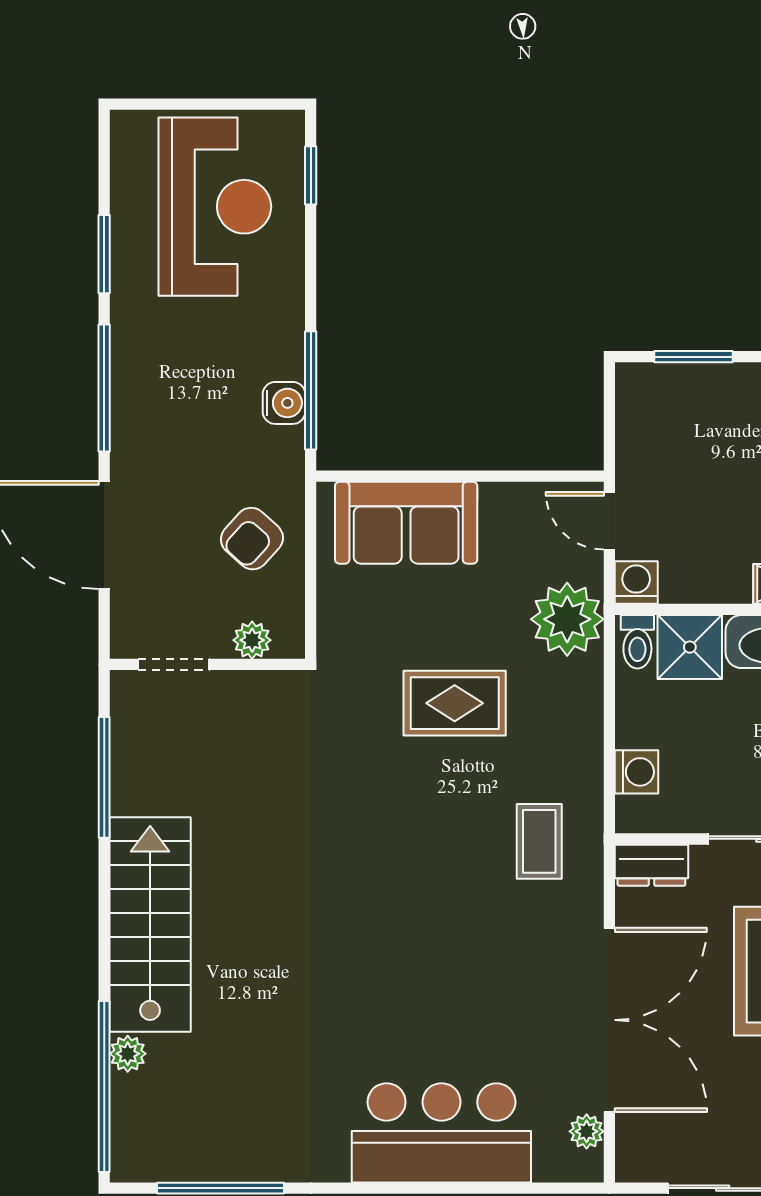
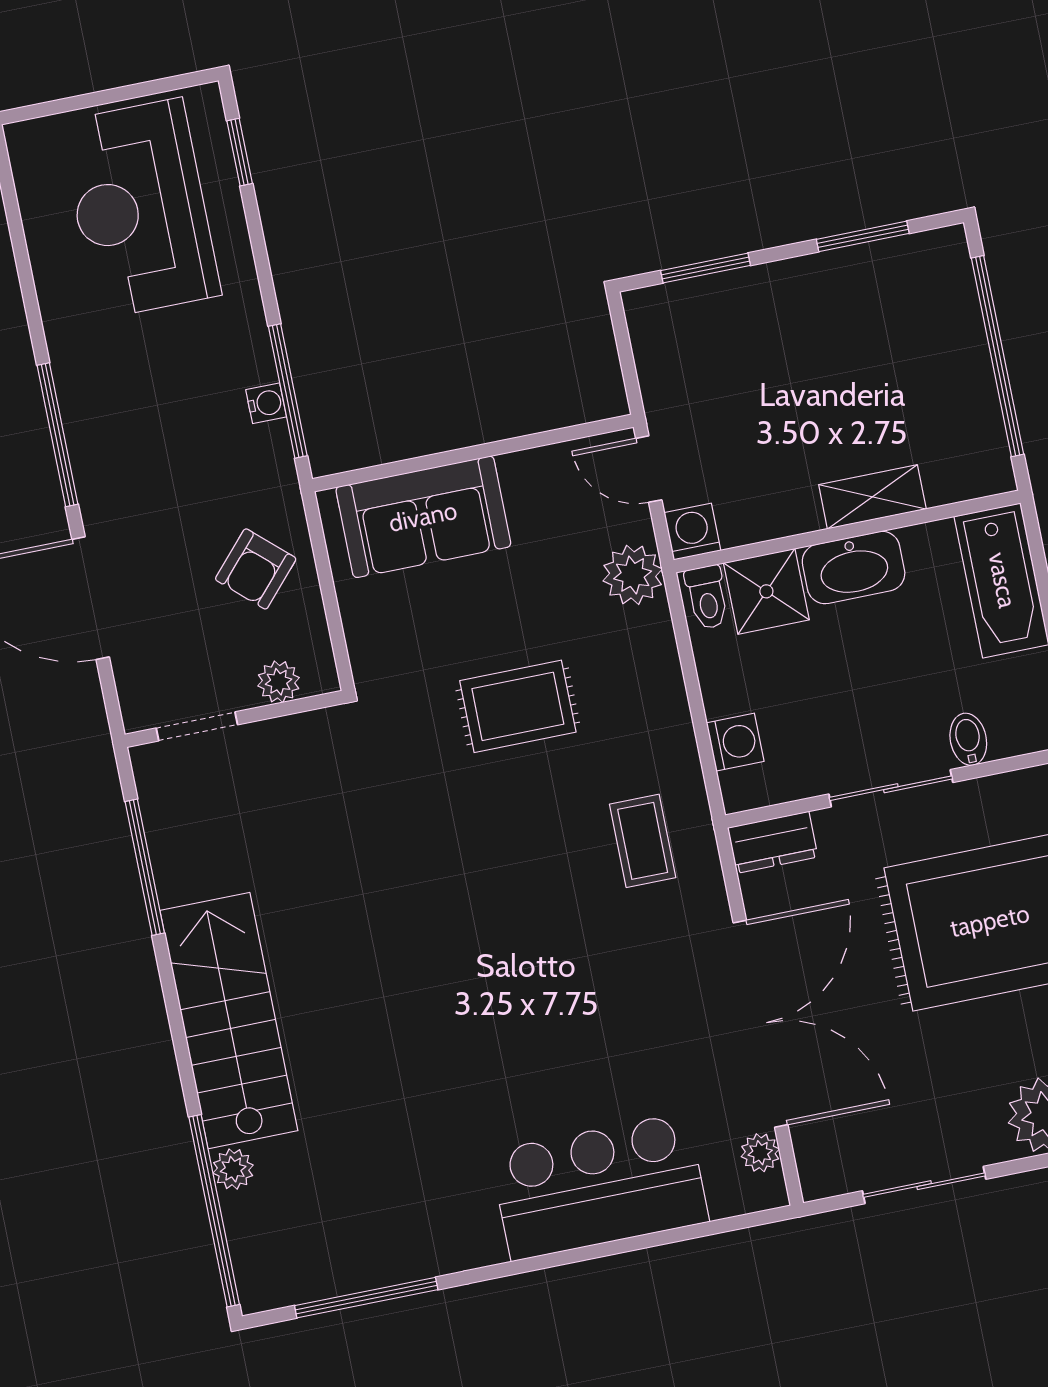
reception desk: (215, 207) -> (140, 208), turned 180
window: (104, 254) -> (28, 286), removed
water cooler: (284, 403) -> (266, 403), width x0.72, depth x0.72
plant: (567, 619) -> (633, 575), width x0.73, depth x0.73

